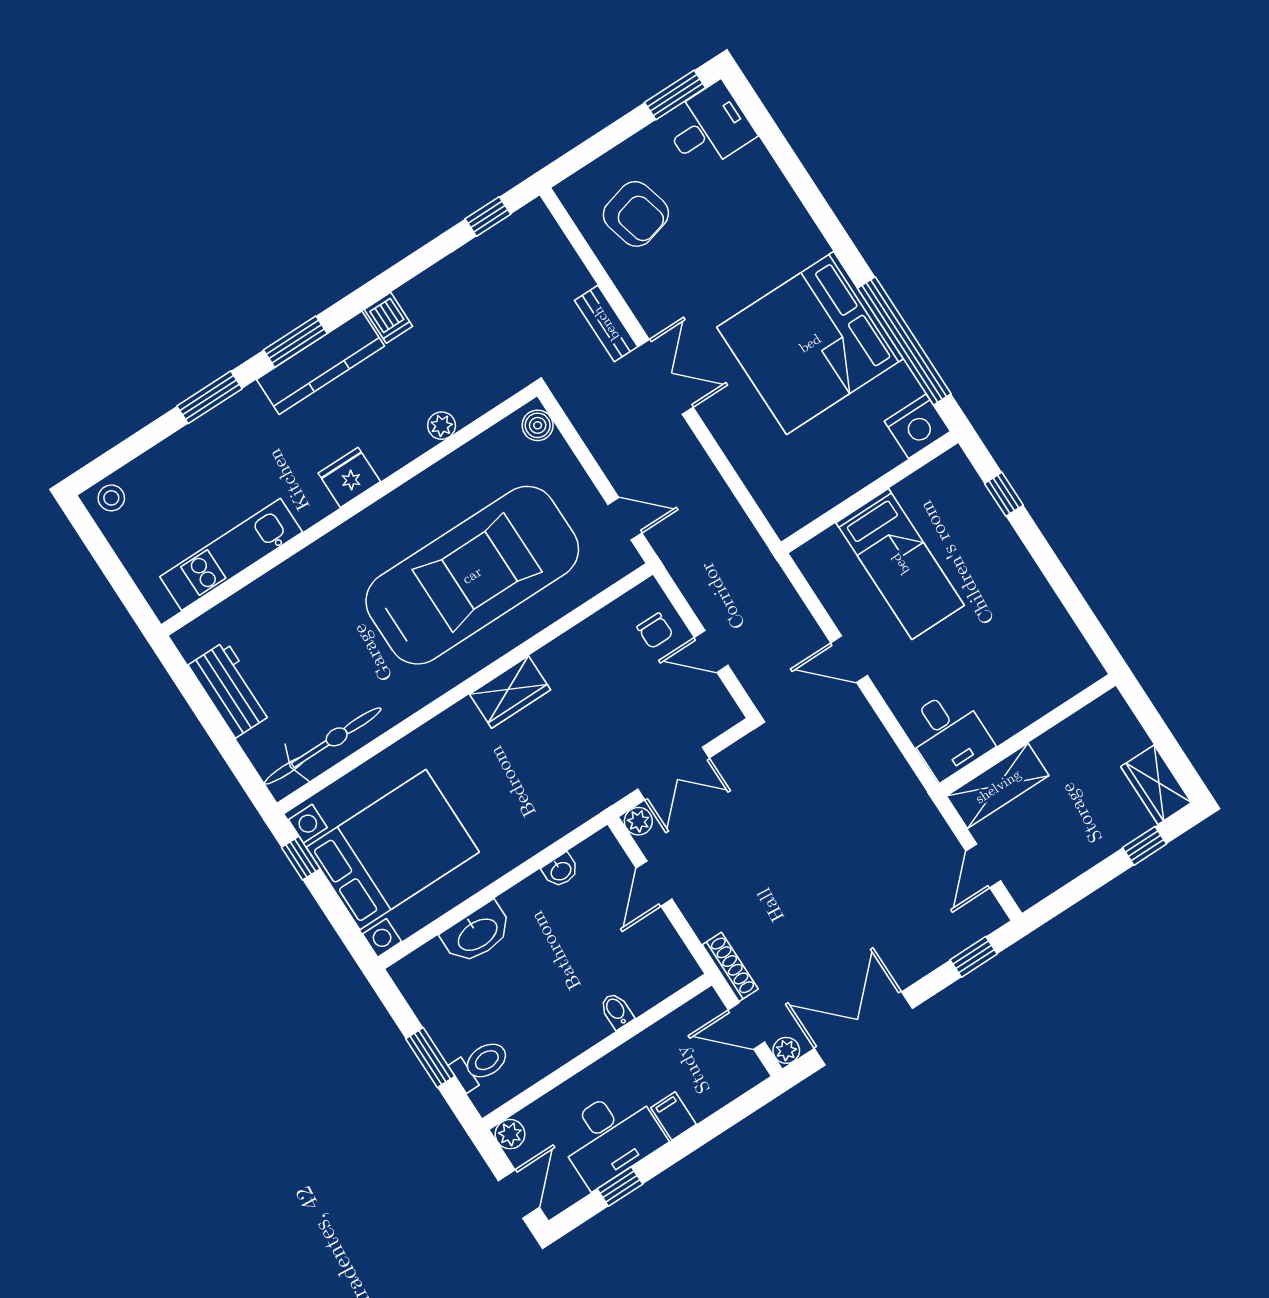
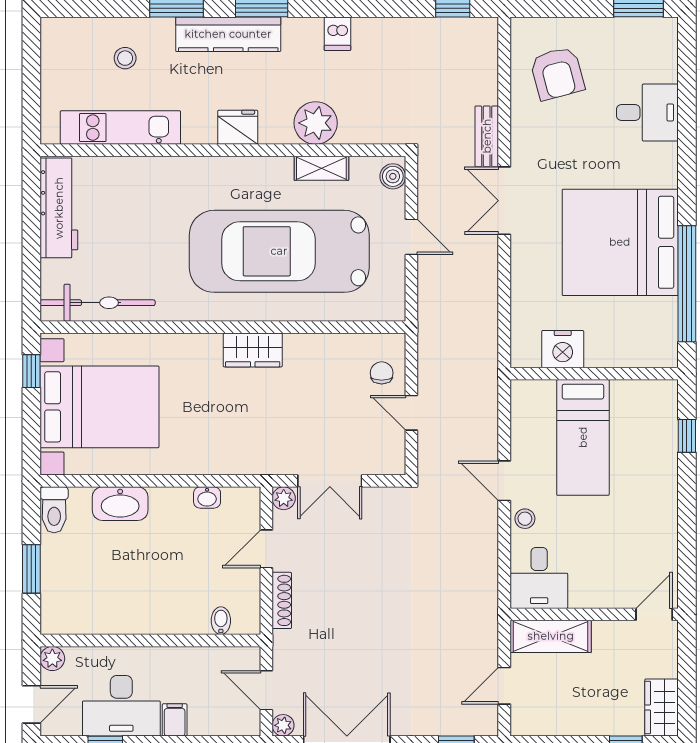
desk: (709, 127) -> (647, 112), moved
kitchen counter: (320, 363) -> (228, 34), moved
double door: (666, 377) -> (504, 201), swing flipped
plant: (442, 426) -> (316, 123), width x1.88, depth x1.88
nightstand: (917, 426) -> (563, 349), moved
shelving: (460, 464) -> (321, 168), added
stool: (111, 498) -> (125, 58), moved
door: (625, 519) -> (411, 237), moved
car: (472, 575) -> (279, 251), turned 180
chair: (655, 631) -> (382, 373), turned 180
stool: (895, 684) -> (525, 519), added
workbench: (231, 689) -> (59, 208), width x1.38
door: (1088, 696) -> (654, 614), added
shoe rack: (730, 967) -> (282, 600), moved
bidet: (617, 1011) -> (221, 621), moved
toilet: (480, 1064) -> (54, 510), moved, turned 90

